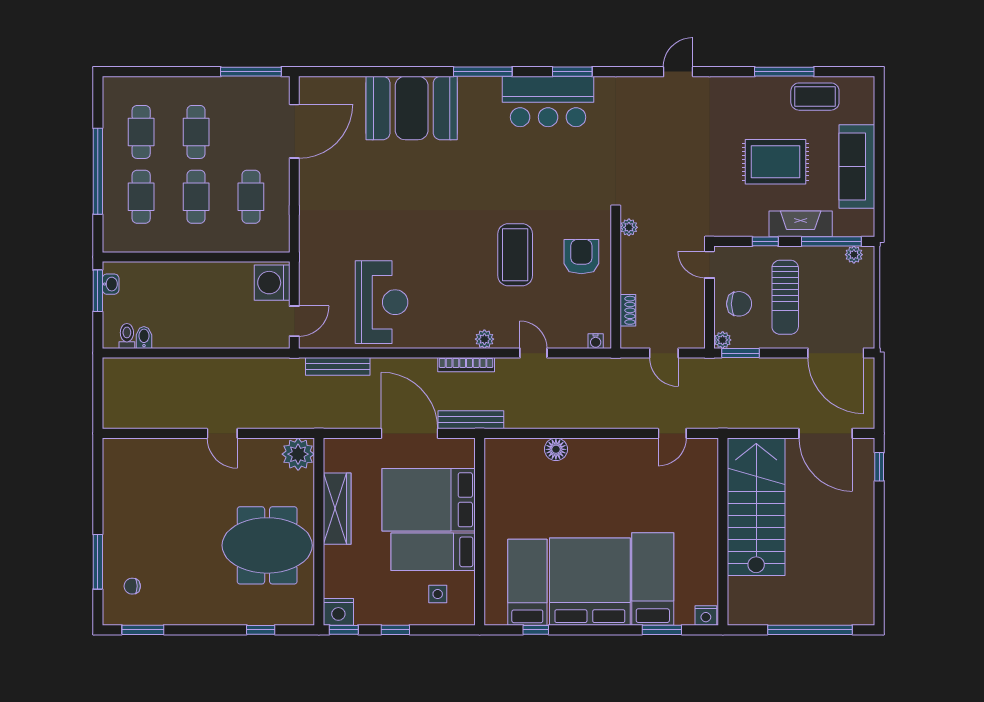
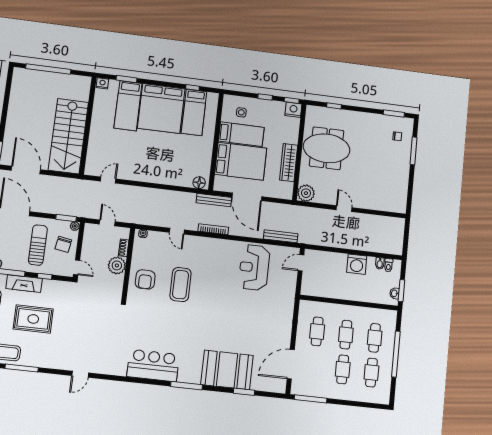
window: (572, 72) -> (244, 392), moved
plant: (629, 227) -> (117, 265), moved, width x1.88, depth x1.88
washing machine: (272, 283) -> (357, 264), moved, turned 90
chair: (739, 304) -> (63, 244), turned -81
plant: (484, 339) -> (202, 242), removed
floor lamp: (556, 449) -> (199, 183), moved

